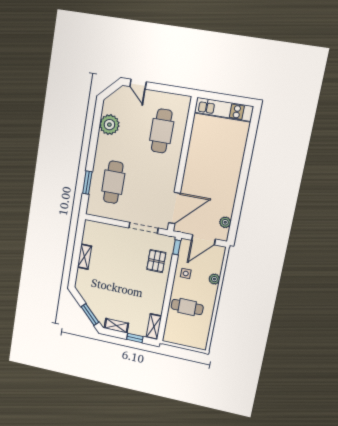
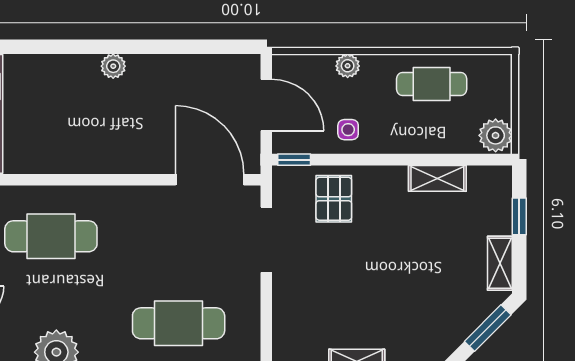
plant: (225, 222) -> (113, 66), moved
pallet: (156, 261) -> (334, 199), turned 90
cafe table: (187, 307) -> (432, 84), moved, turned 90
shelving: (154, 327) -> (437, 178), moved
plant: (172, 336) -> (496, 135), added

